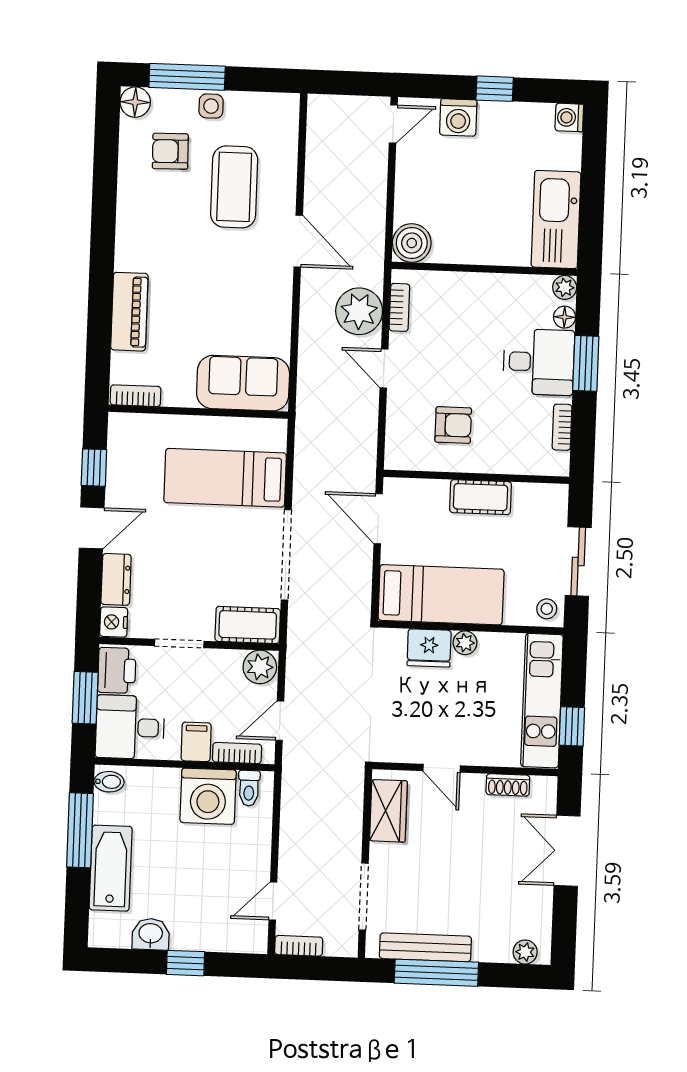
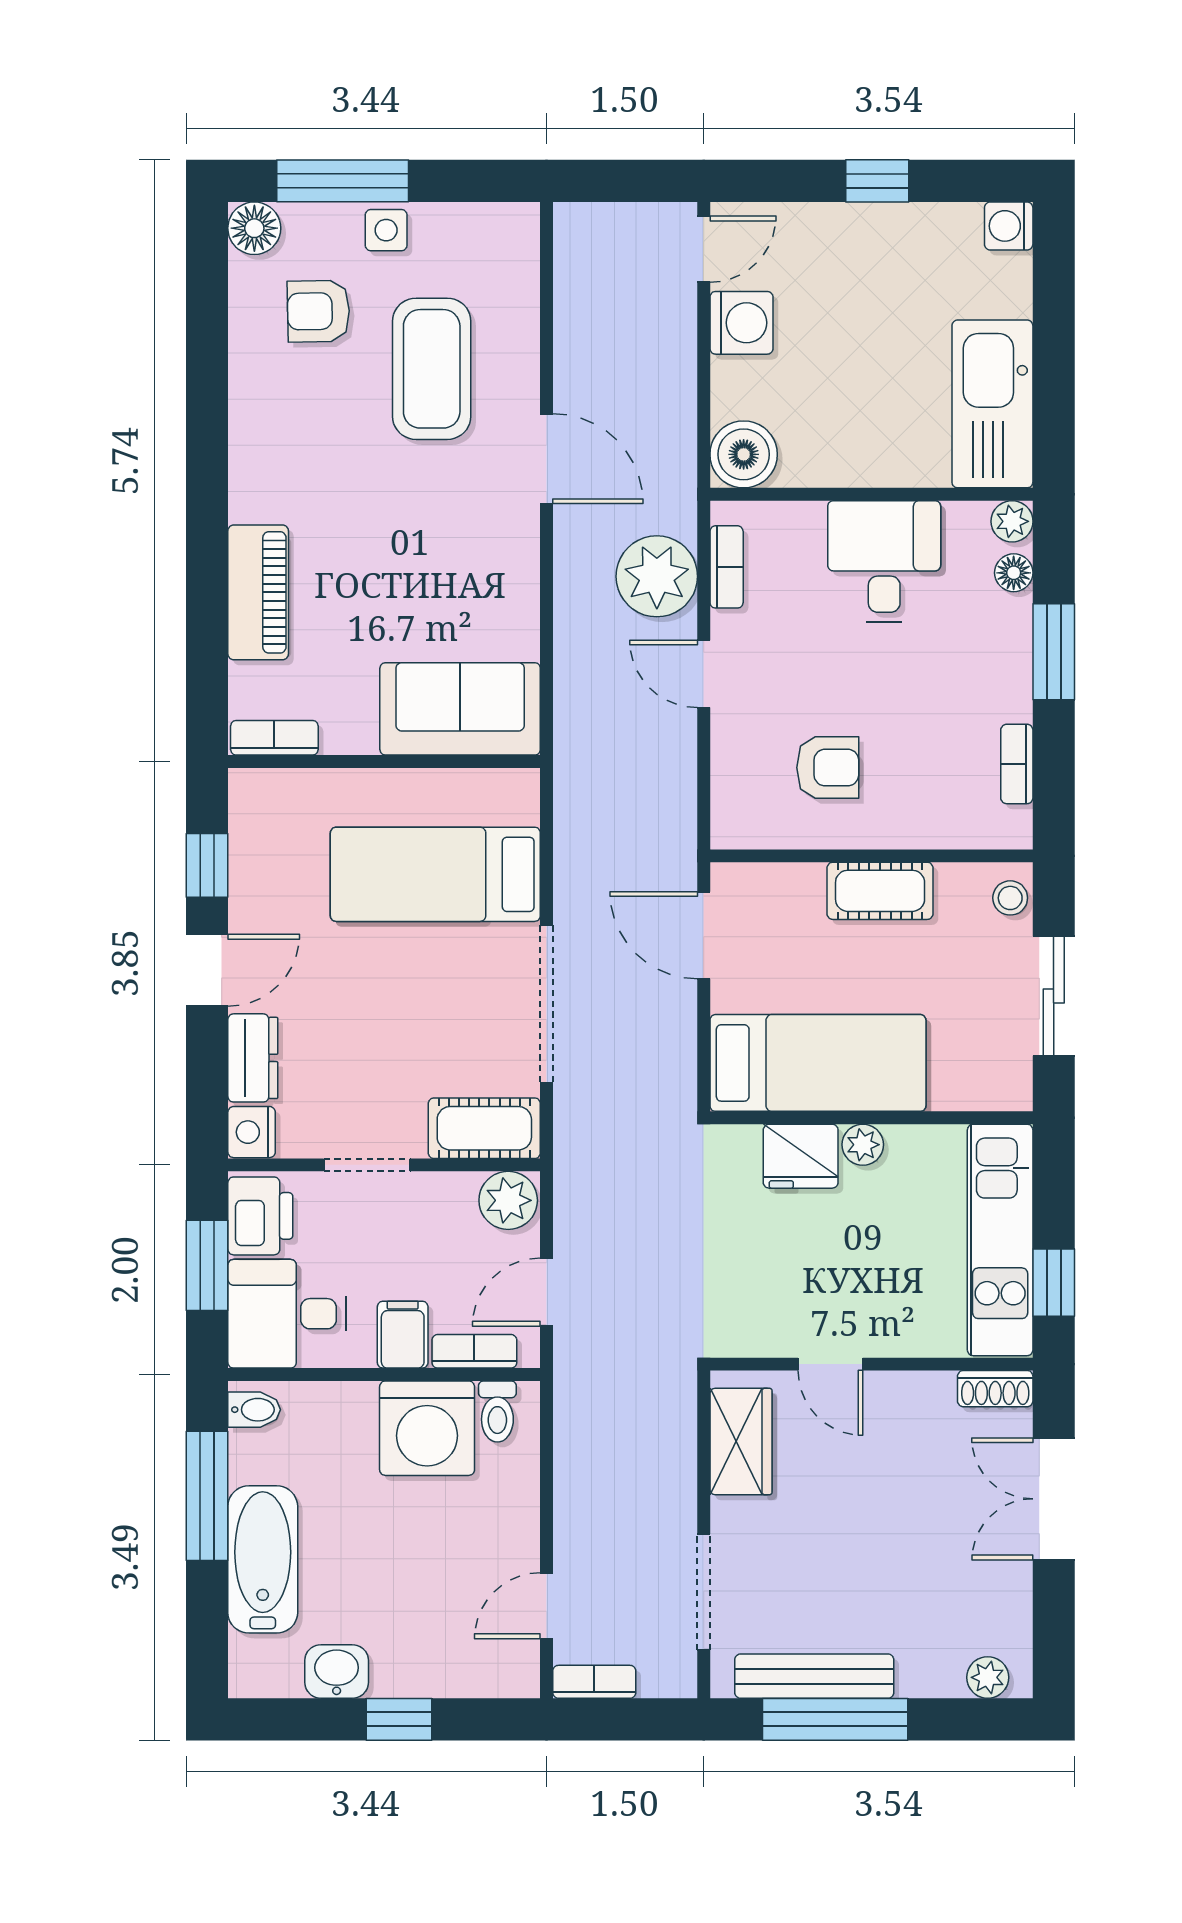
washing machine: (458, 117) -> (741, 323), moved, turned -90
desk: (539, 362) -> (884, 561), moved, turned -90
stool: (547, 609) -> (1010, 898), moved
shoe rack: (508, 785) -> (995, 1389), moved

